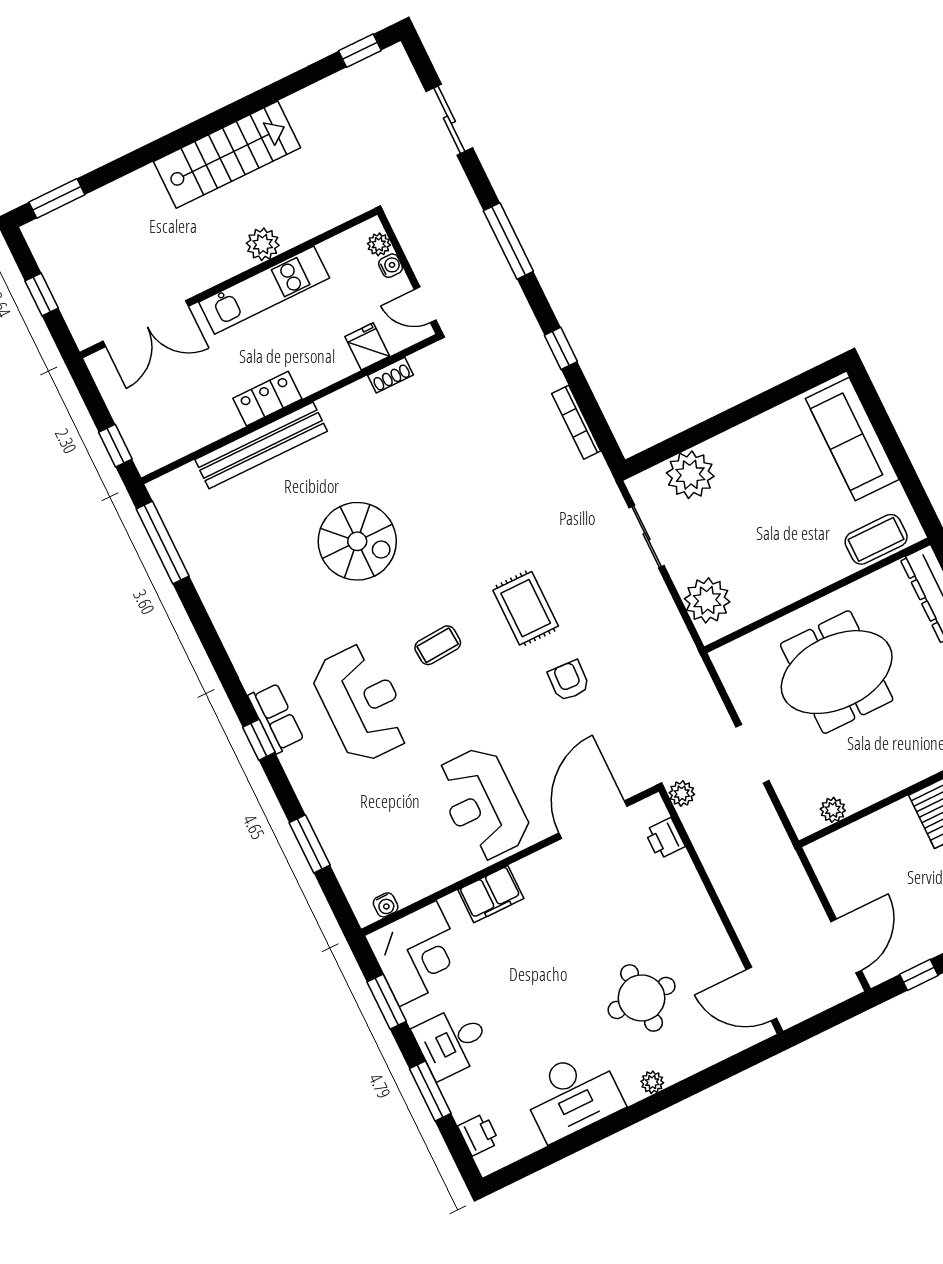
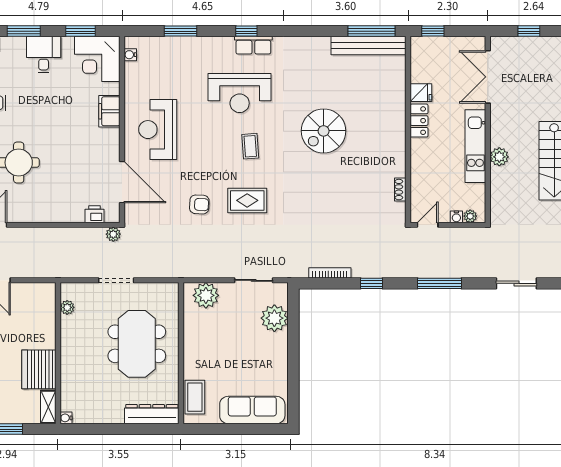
fridge: (367, 346) -> (421, 93), moved
bench: (261, 445) -> (369, 46), moved, turned 90
reception desk: (482, 804) -> (158, 130), turned -90

